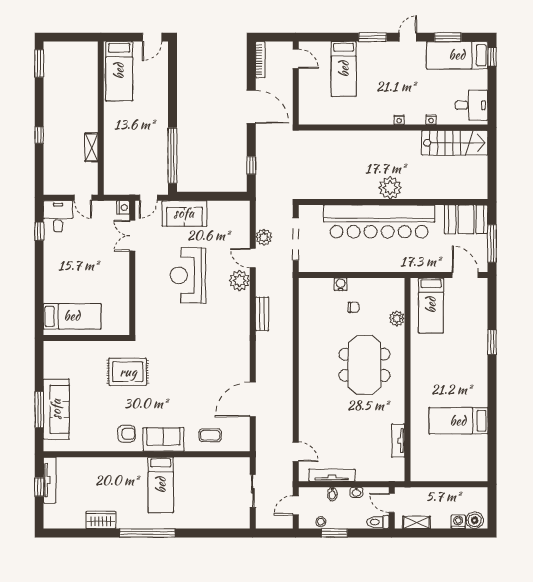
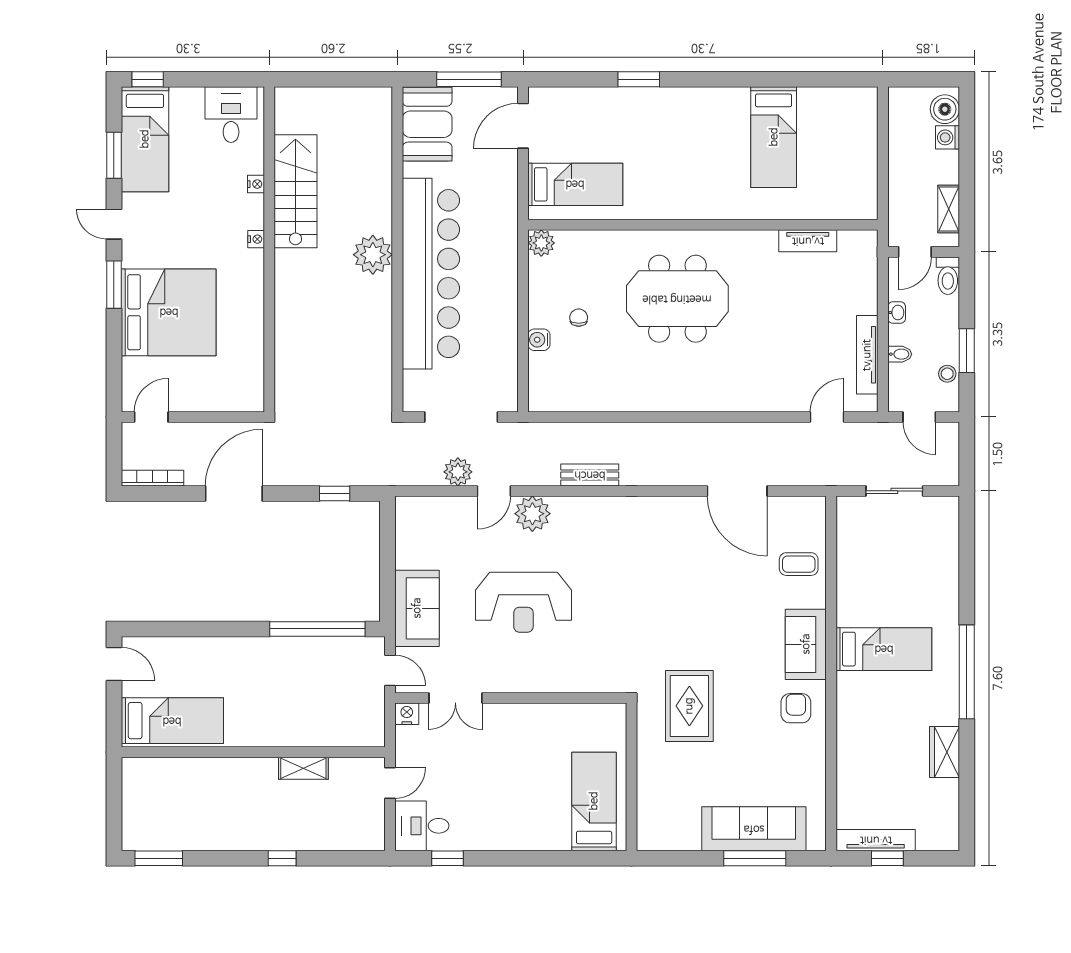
bed: (344, 69) -> (169, 312), width x2.04
stairs: (455, 143) -> (295, 191), moved
plant: (397, 318) -> (541, 243), moved
coffee table: (210, 435) -> (799, 564), turned 90

